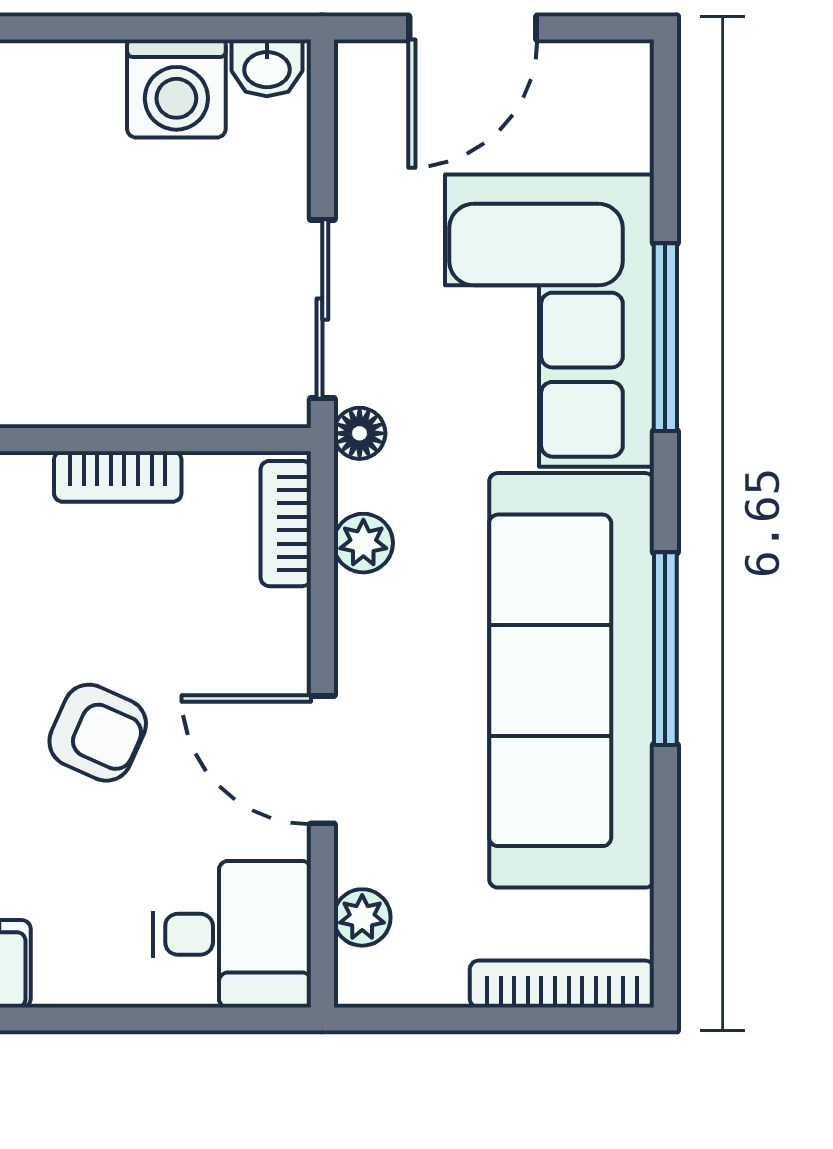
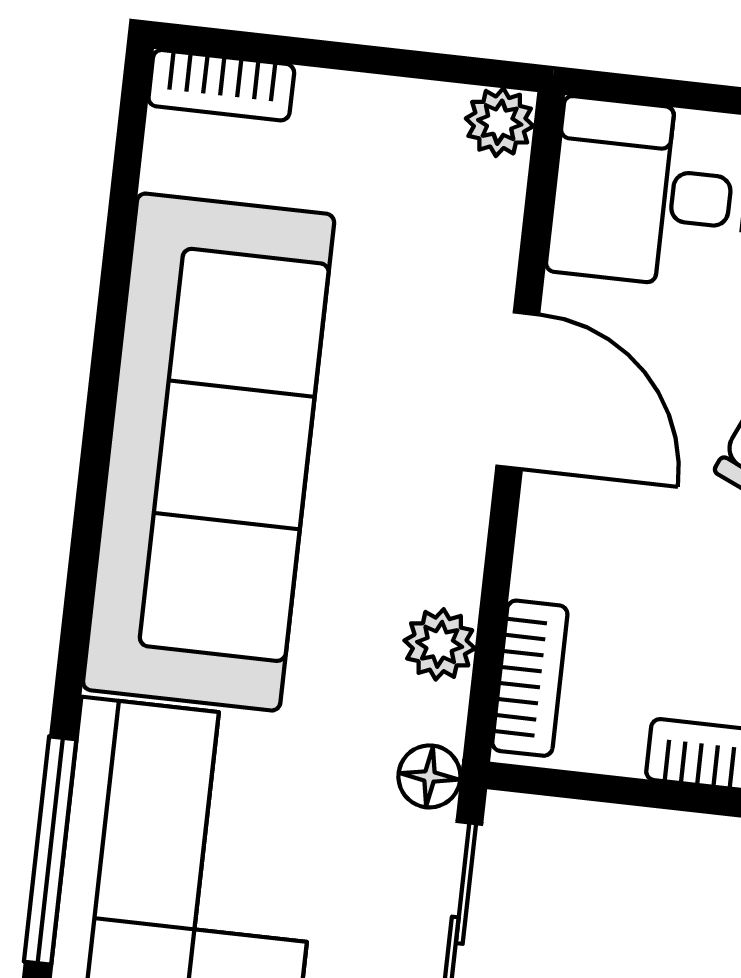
window: (665, 649) -> (92, 477), removed
plant: (362, 917) -> (500, 122), moved
bookcase: (562, 984) -> (221, 85), width x0.64

